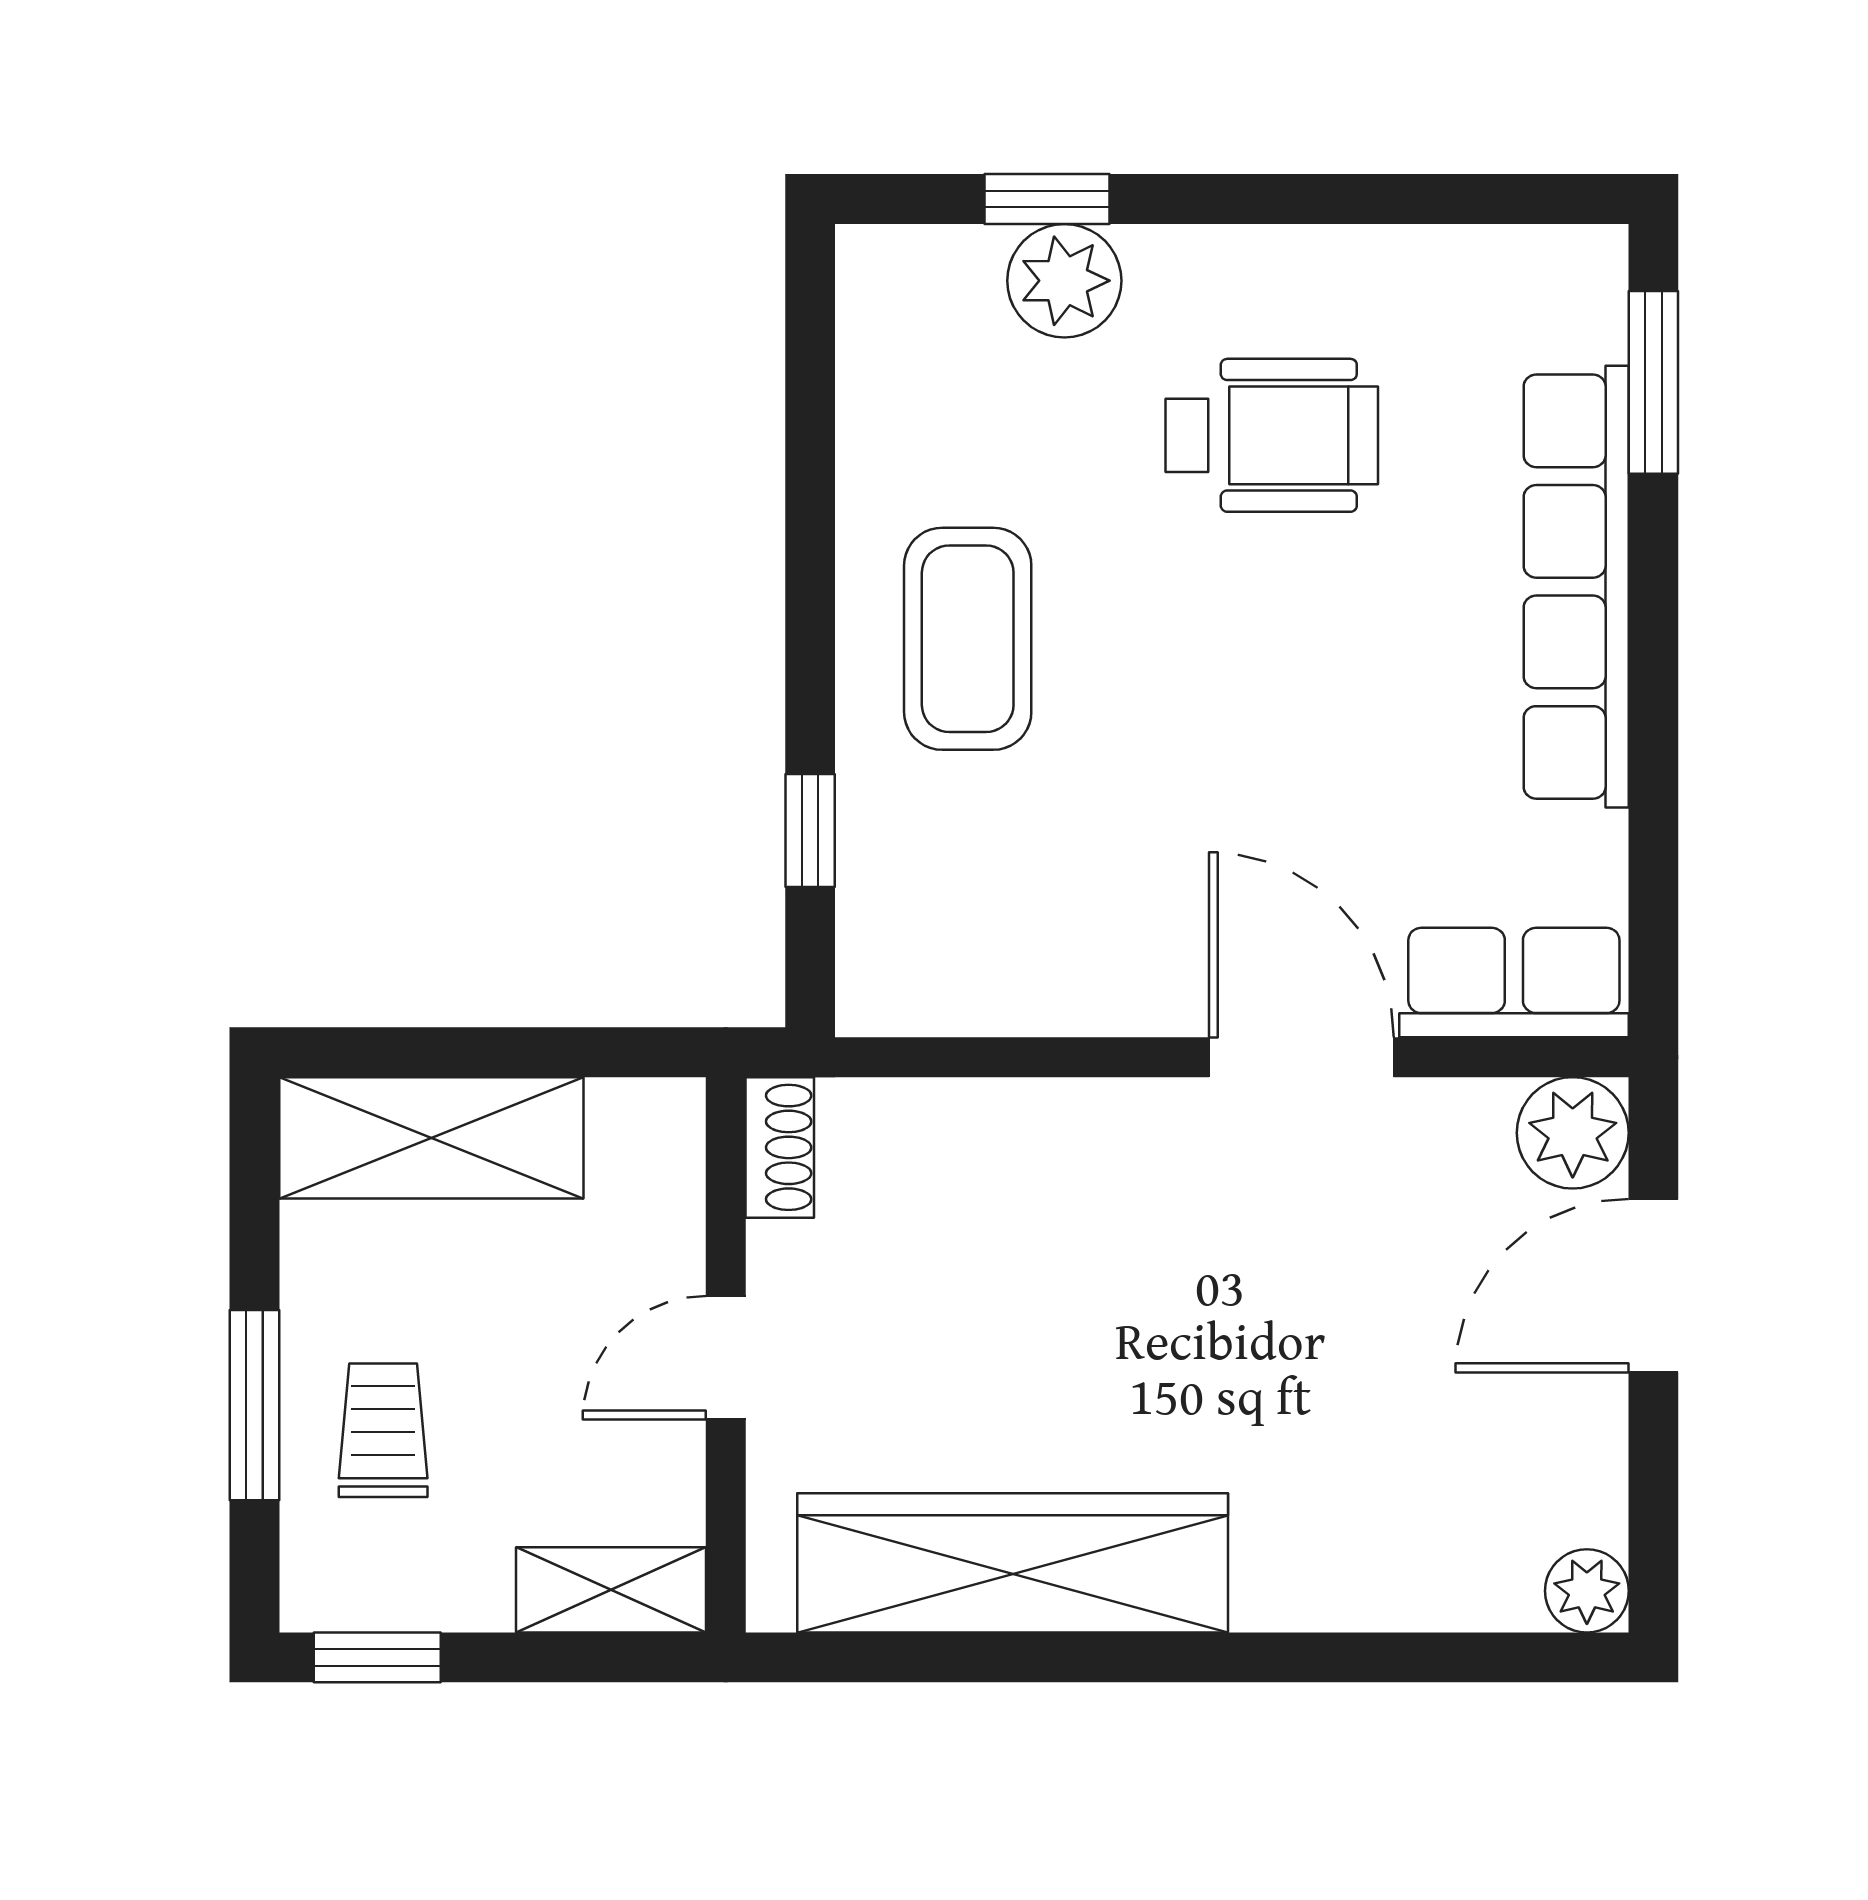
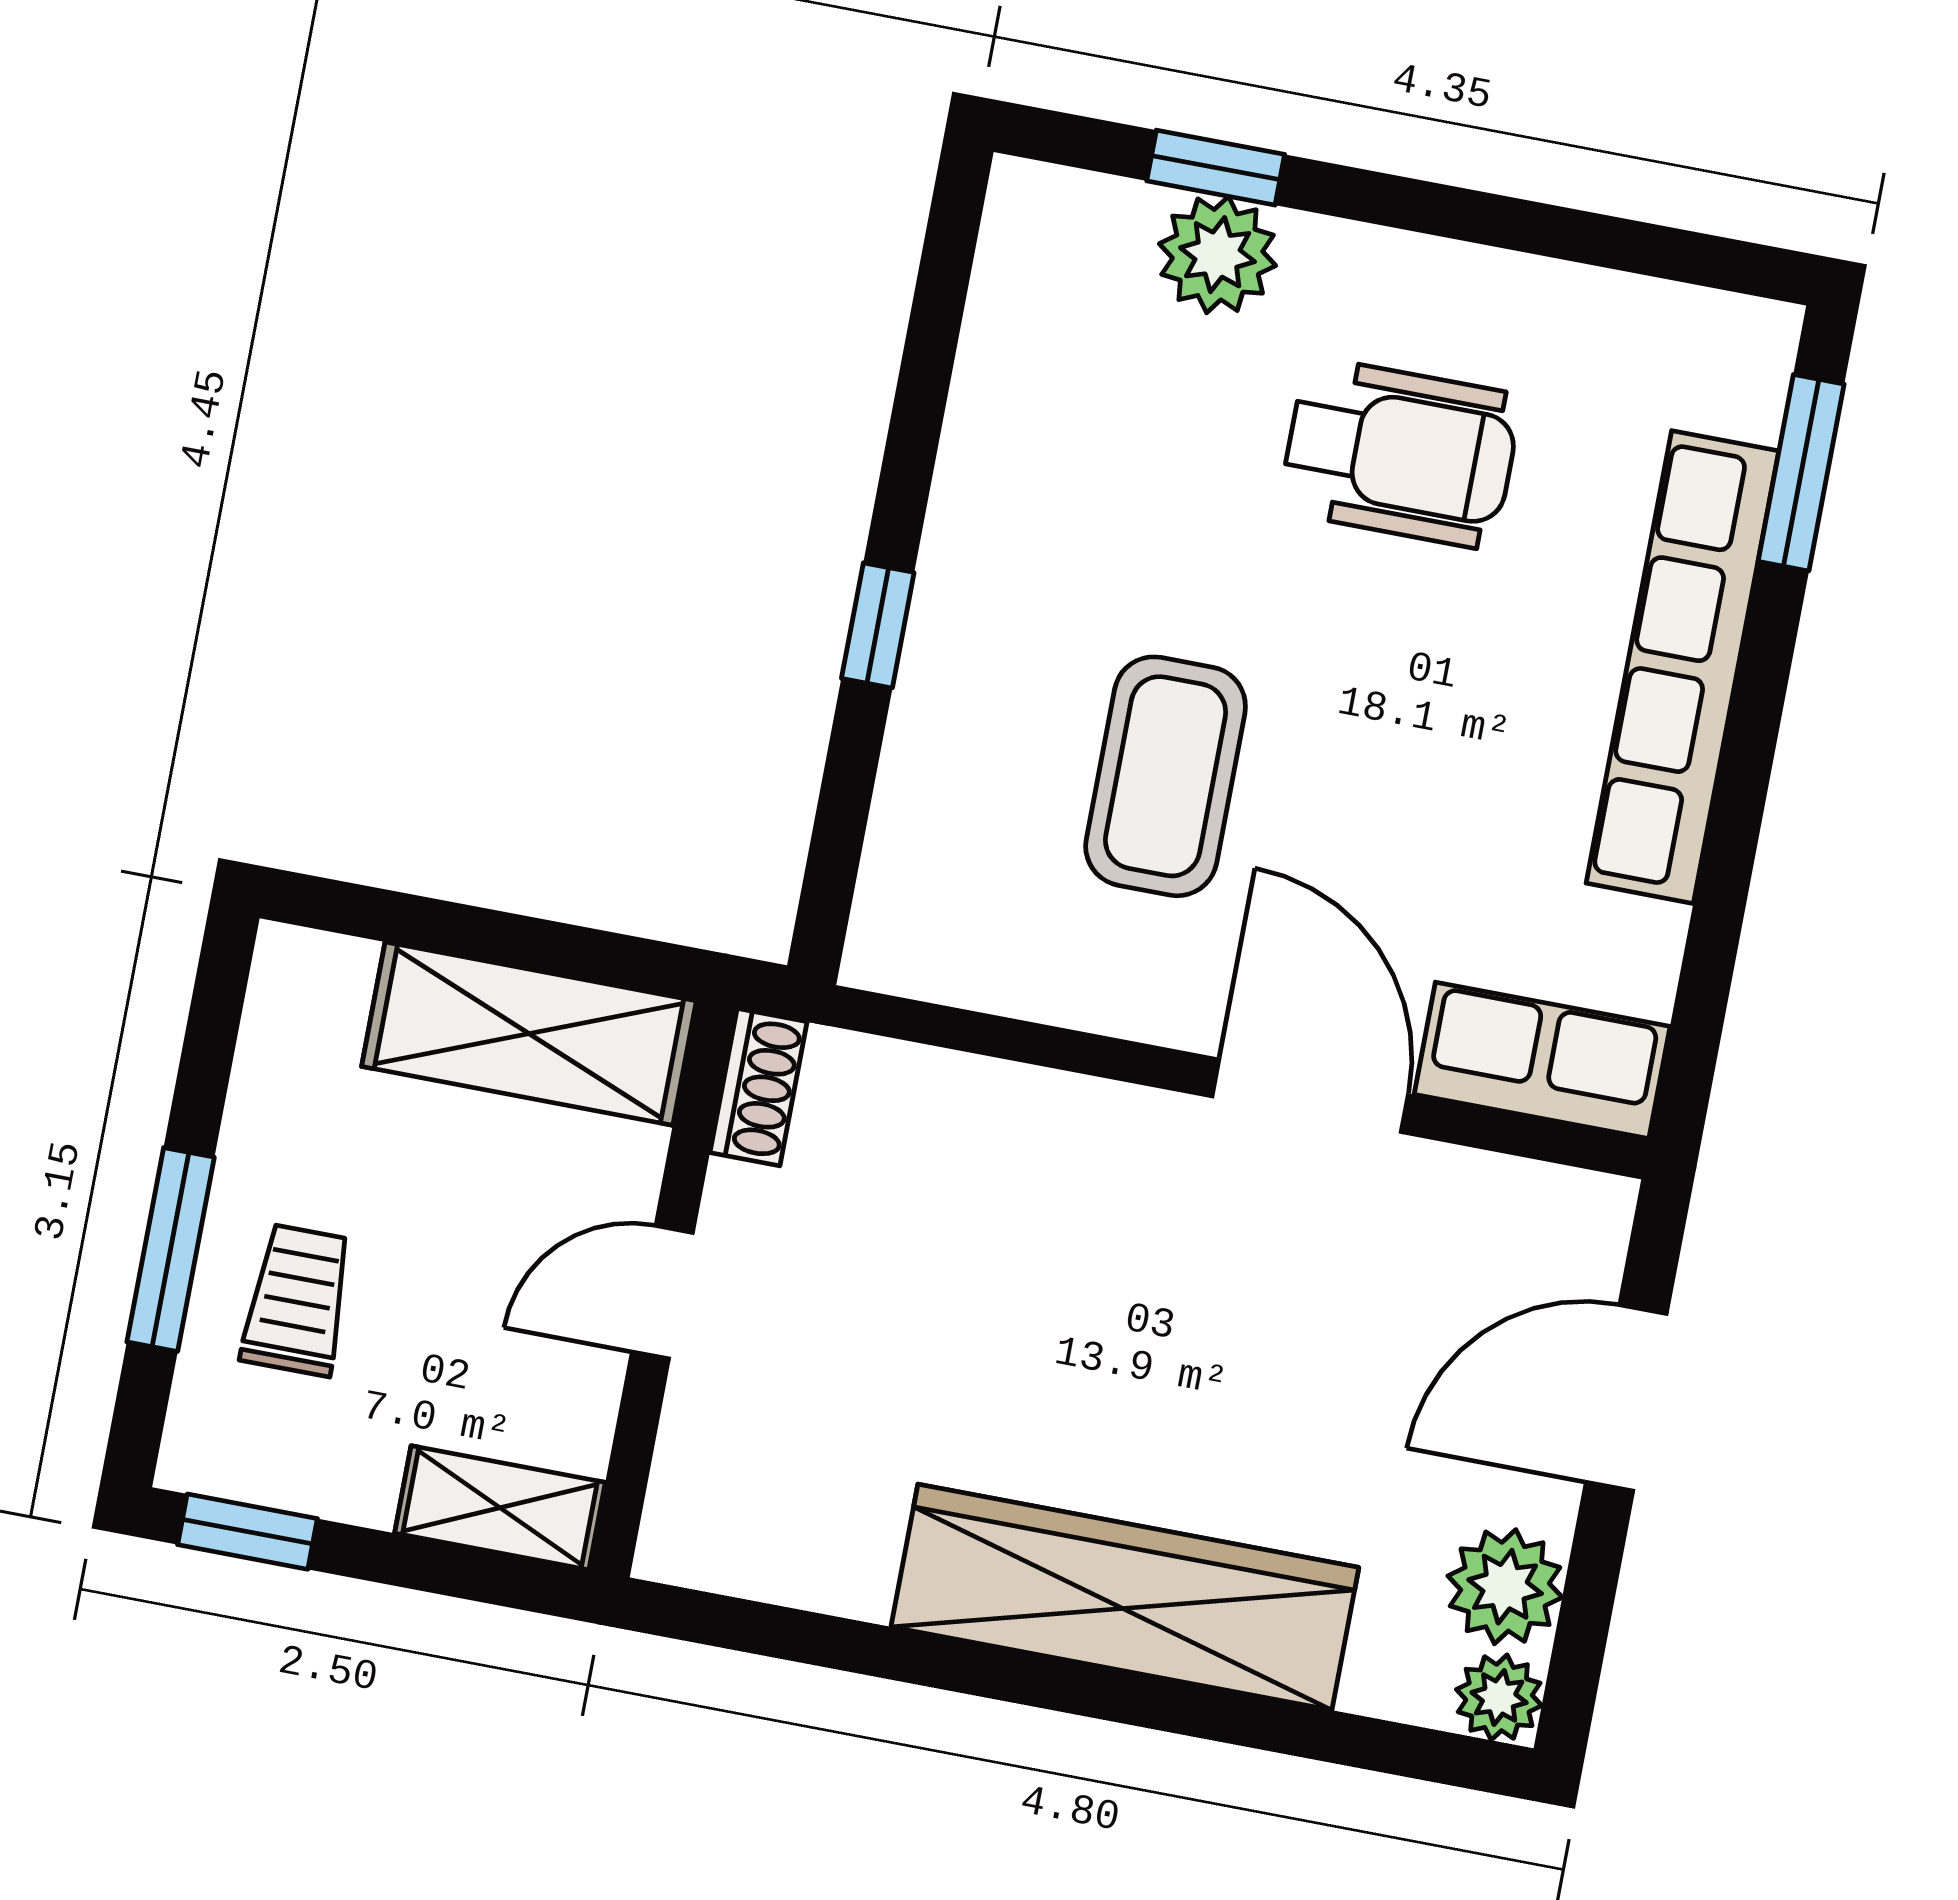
coffee table: (968, 639) -> (1166, 776), moved
window: (810, 831) -> (878, 625), moved
plant: (1573, 1133) -> (1505, 1587), moved
shelving: (431, 1138) -> (529, 1034), moved
wardrobe: (1013, 1563) -> (1125, 1597), moved

